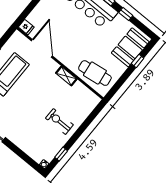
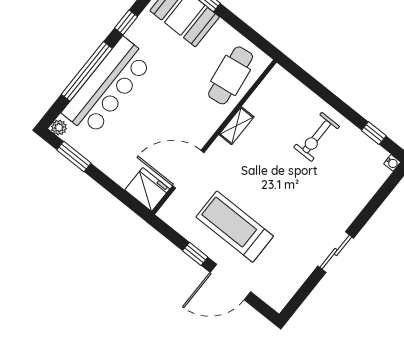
fridge: (26, 27) -> (147, 189), width x1.88, depth x1.34

